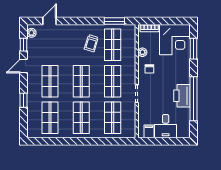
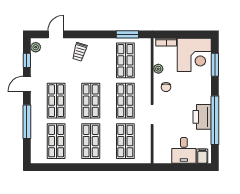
trolley: (91, 43) -> (80, 52), moved
window: (23, 100) -> (27, 122), width x2.17
filing cabinet: (149, 131) -> (202, 156), moved

